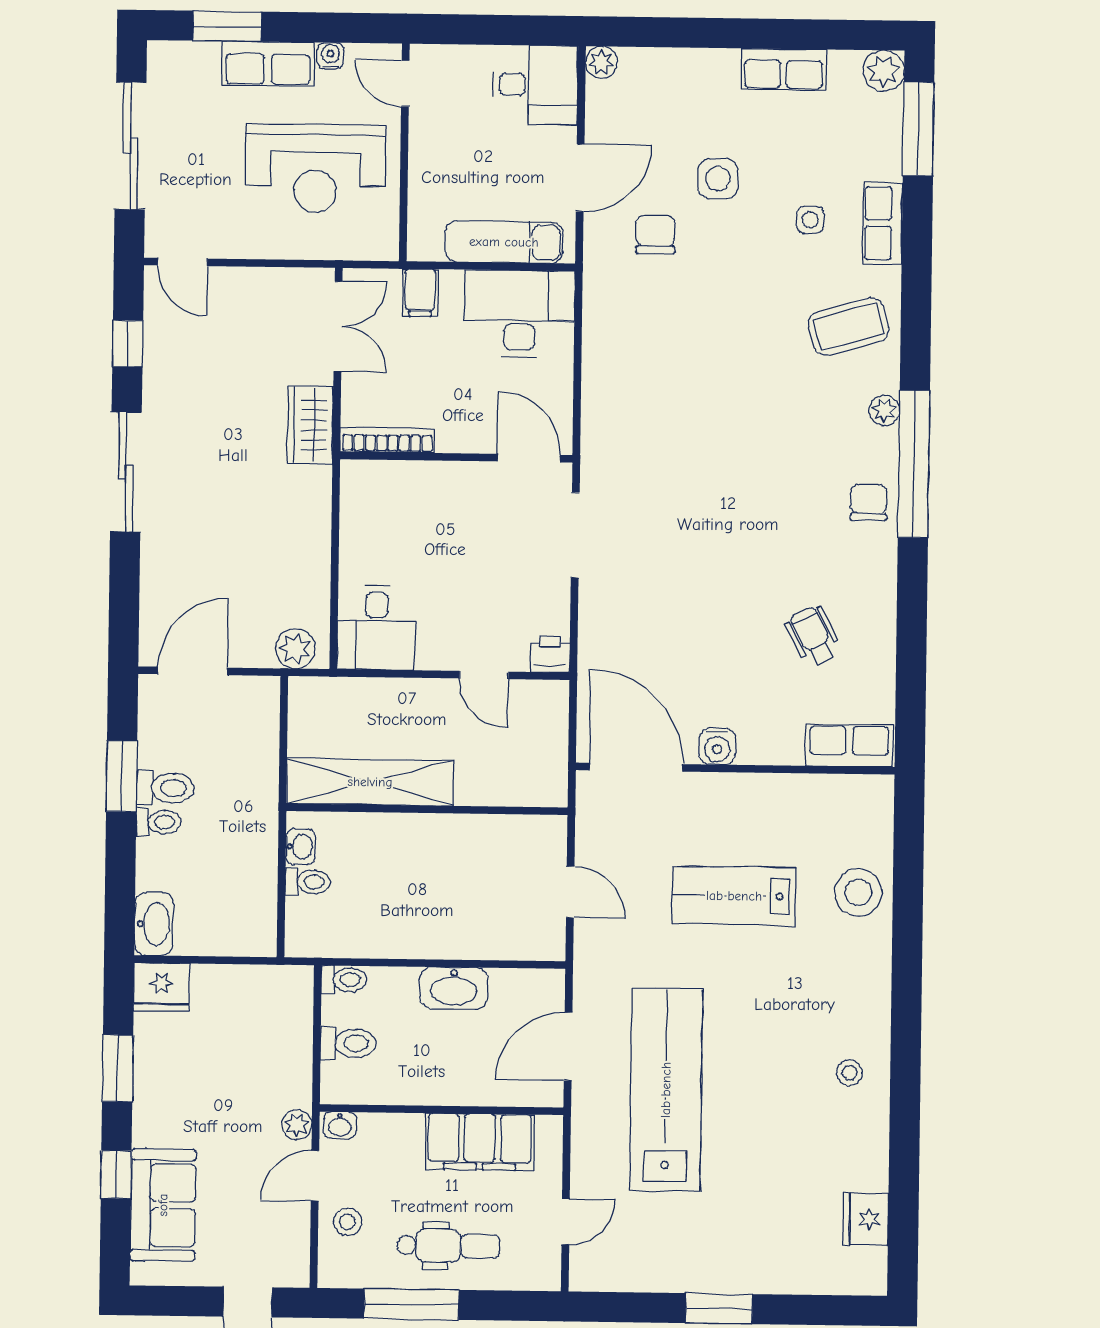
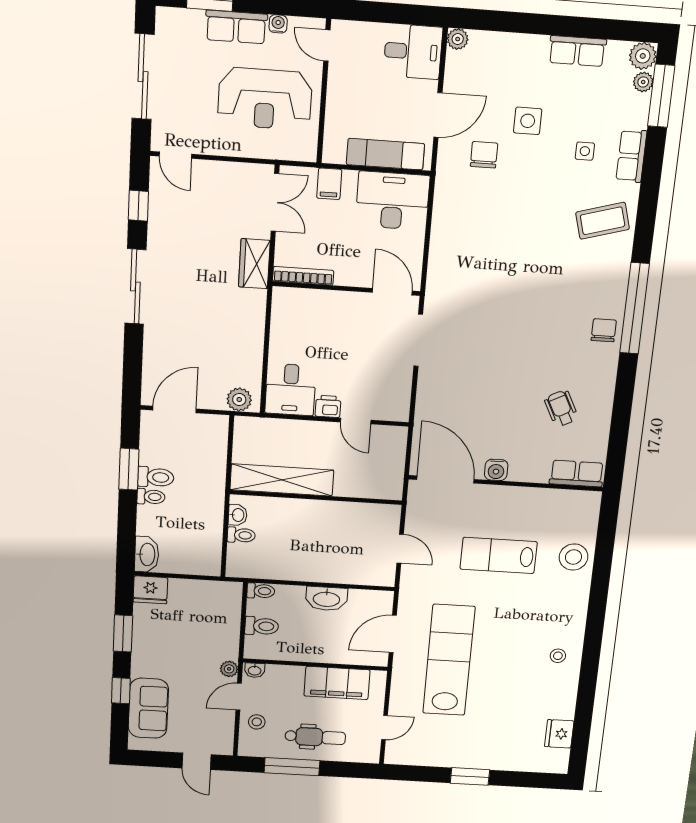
plant: (884, 410) -> (643, 82), moved
printer: (550, 654) -> (328, 406), moved

